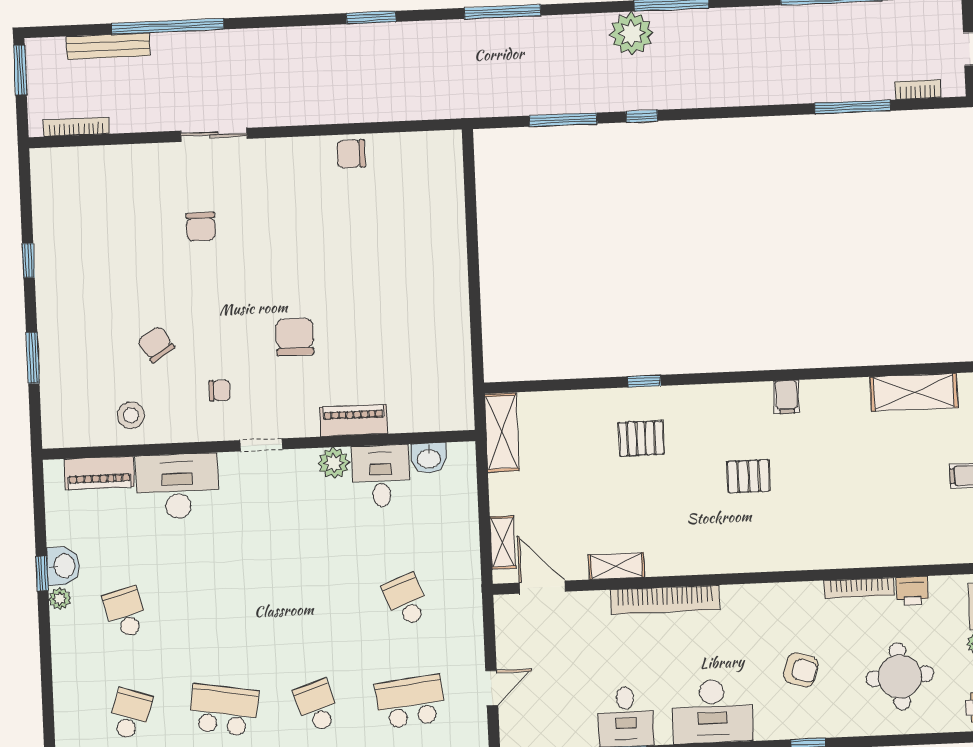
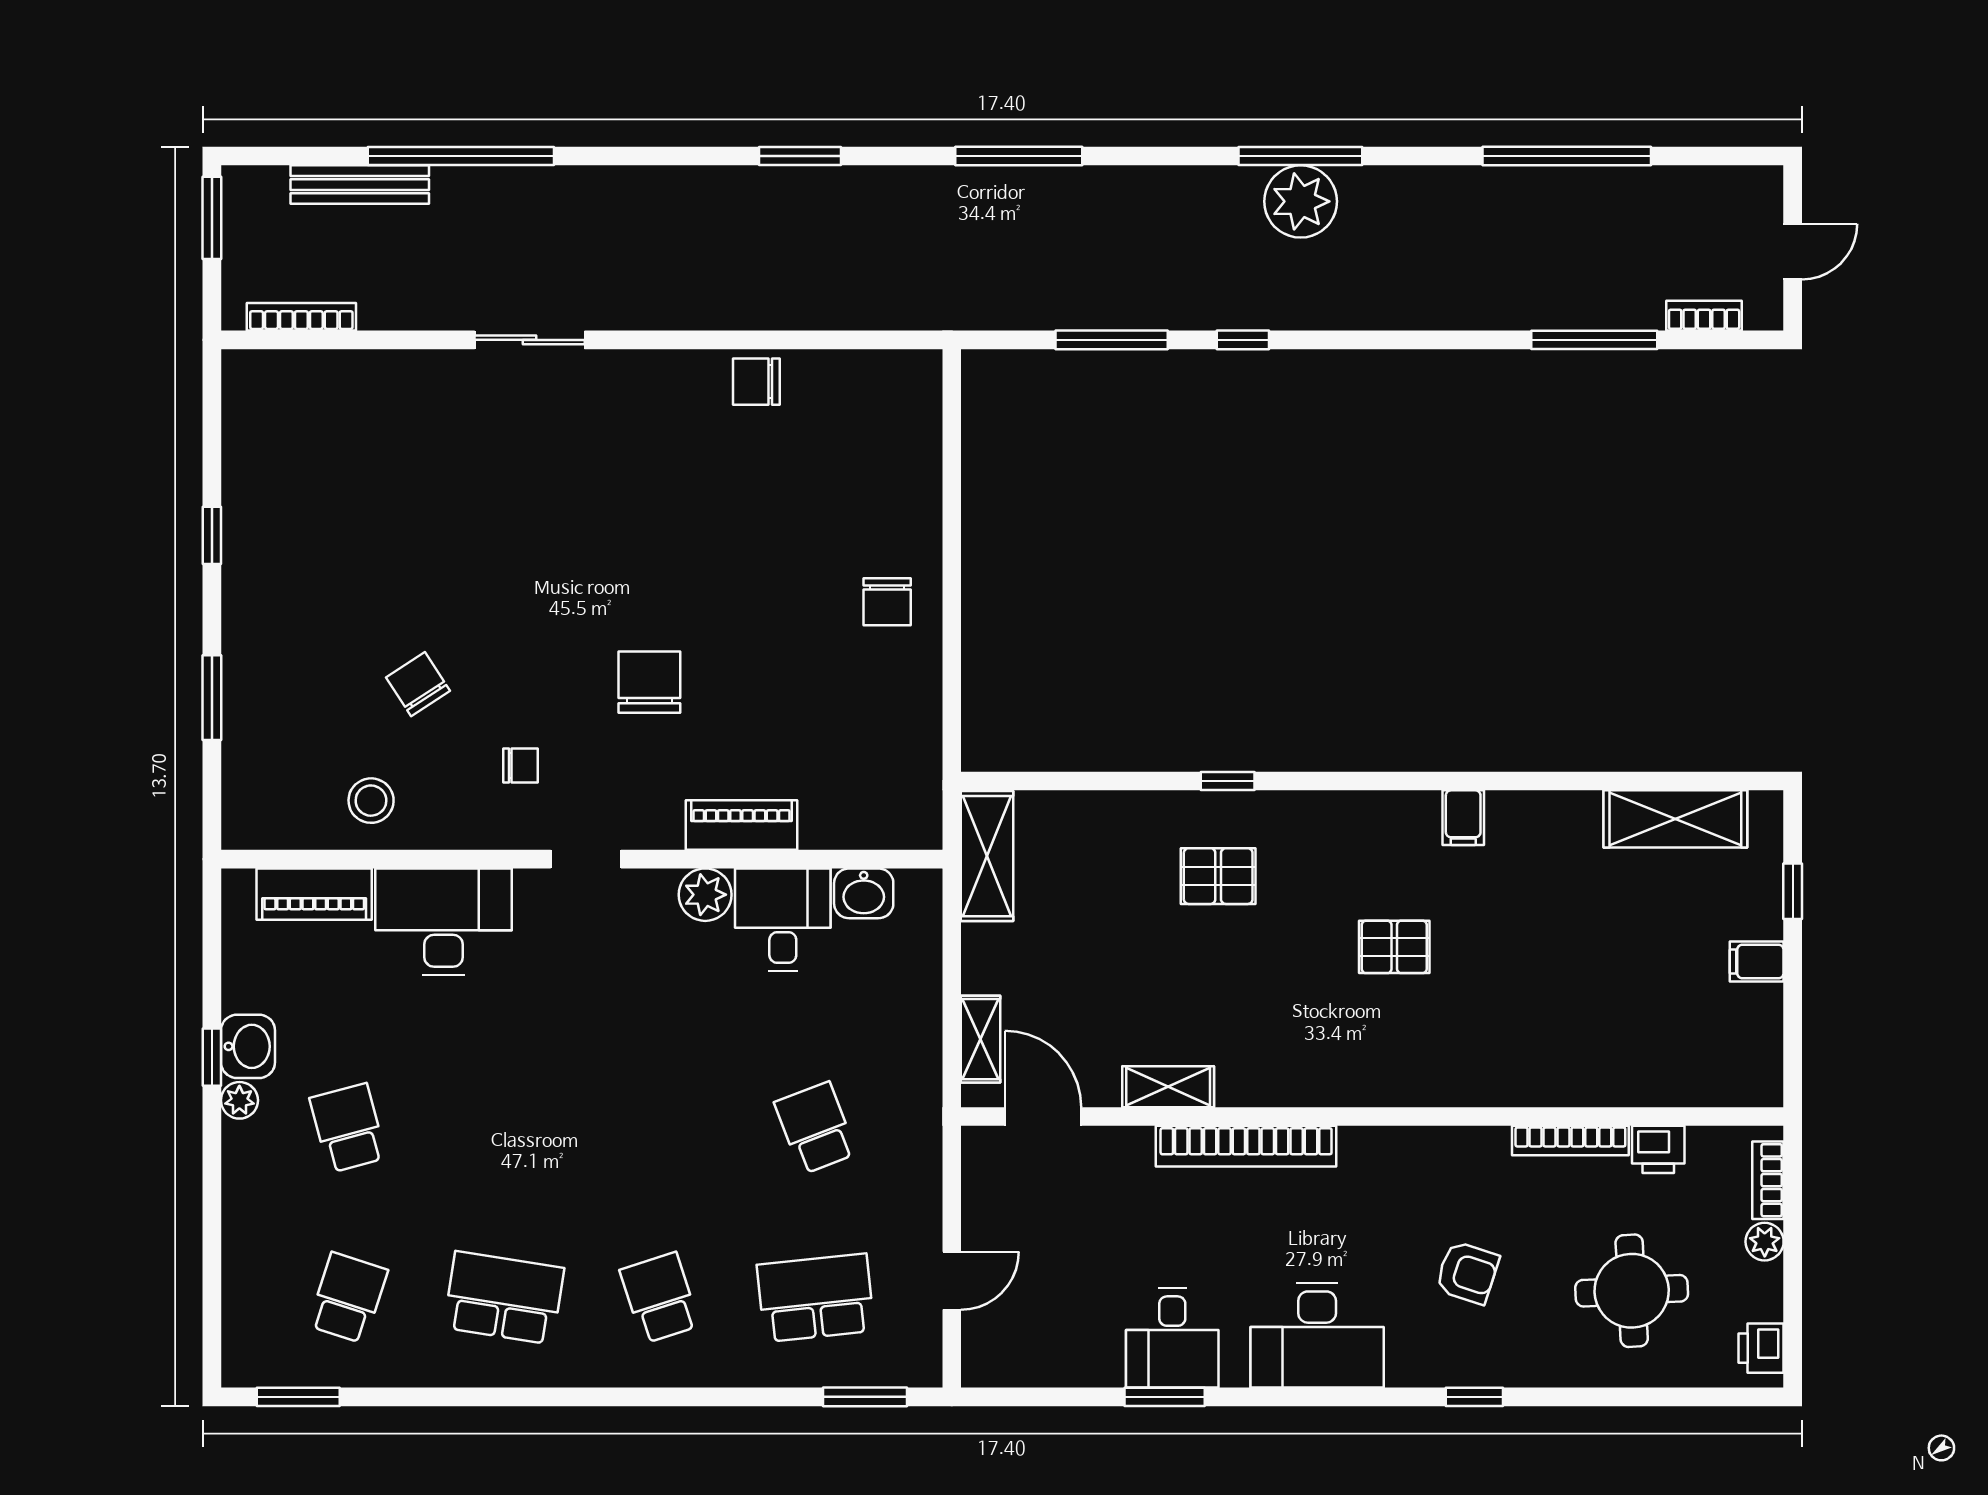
plant: (632, 33) -> (1301, 201), moved
chair: (201, 227) -> (887, 602), moved

